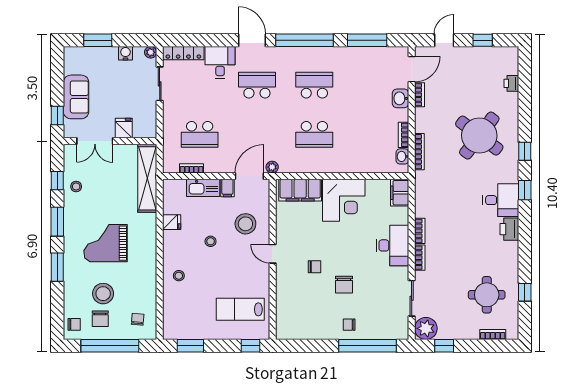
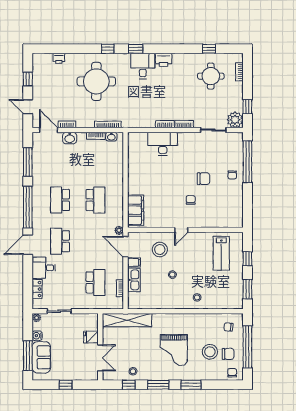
window: (98, 40) -> (28, 356), width x1.44
locker: (183, 53) -> (37, 289), width x0.66
sofa: (76, 97) -> (41, 357), moved, turned 90
window: (57, 115) -> (66, 385), moved
round table: (479, 136) -> (96, 81), turned -37
filing cabinet: (400, 193) -> (137, 139), removed
corner desk: (344, 200) -> (143, 179), removed
fridge: (172, 222) -> (159, 303), removed
desk: (393, 245) -> (163, 144), moved
window: (251, 346) -> (247, 259), moved

